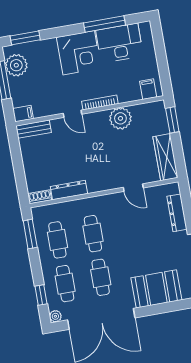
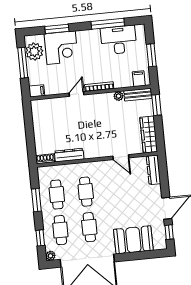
window: (25, 38) -> (57, 29), moved
corner desk: (79, 53) -> (61, 48), moved
window: (162, 59) -> (151, 55), added
door: (72, 114) -> (76, 94), swing flipped
plant: (120, 118) -> (119, 96), width x0.53, depth x0.53
bench: (34, 129) -> (138, 95), moved
dresser: (177, 213) -> (153, 170), moved
window: (30, 234) -> (36, 200), moved

